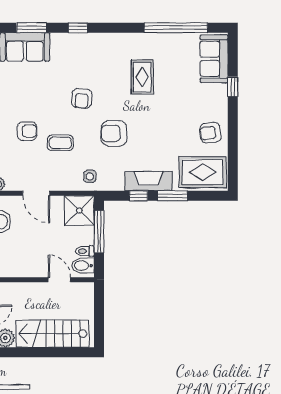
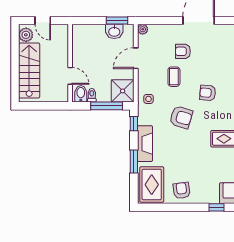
armchair: (27, 131) -> (183, 51), turned 90
armchair: (114, 133) -> (181, 117), turned 107
window: (138, 196) -> (134, 124), moved
door: (59, 280) -> (70, 76), hinge flipped

